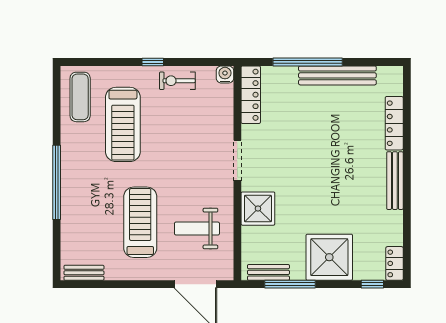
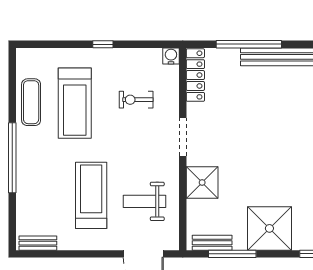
exercise bike: (177, 81) -> (136, 100), moved
exercise mat: (80, 97) -> (31, 102), moved

